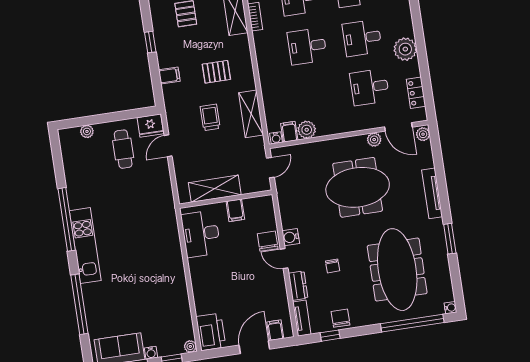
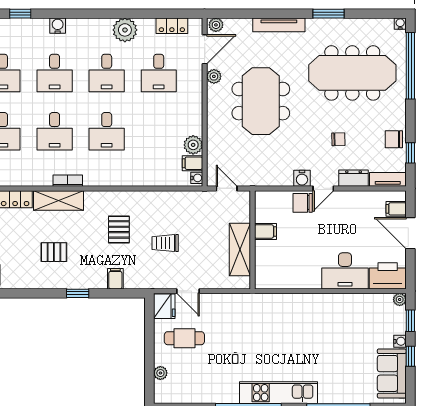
shelving: (251, 114) -> (168, 200), removed
desk: (201, 234) -> (345, 271), moved

